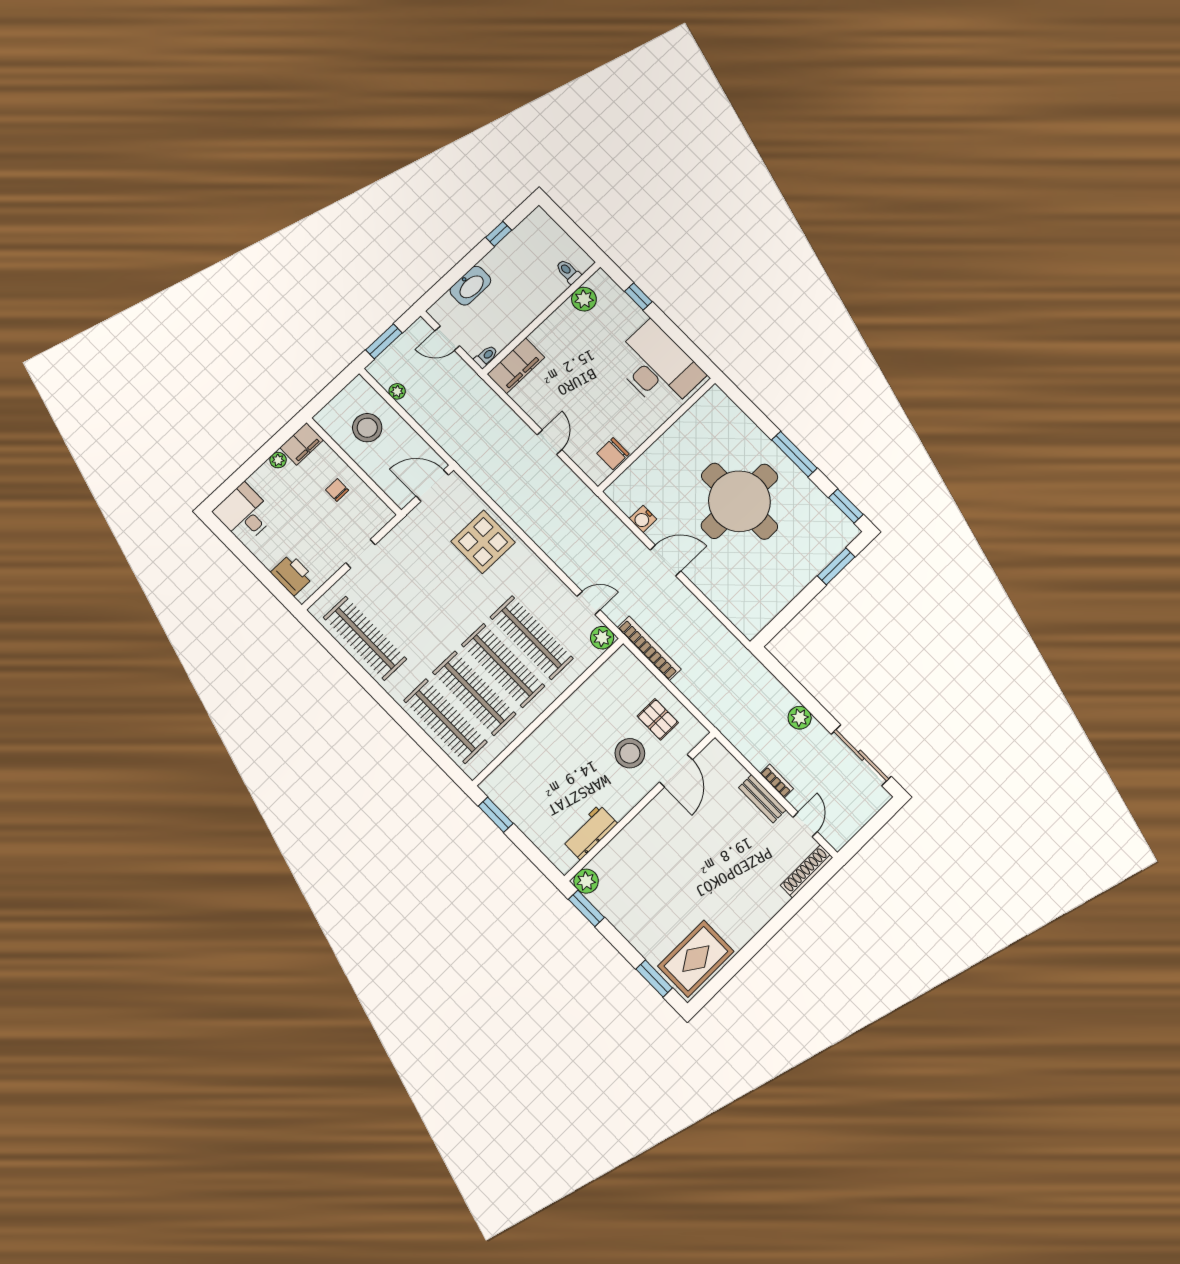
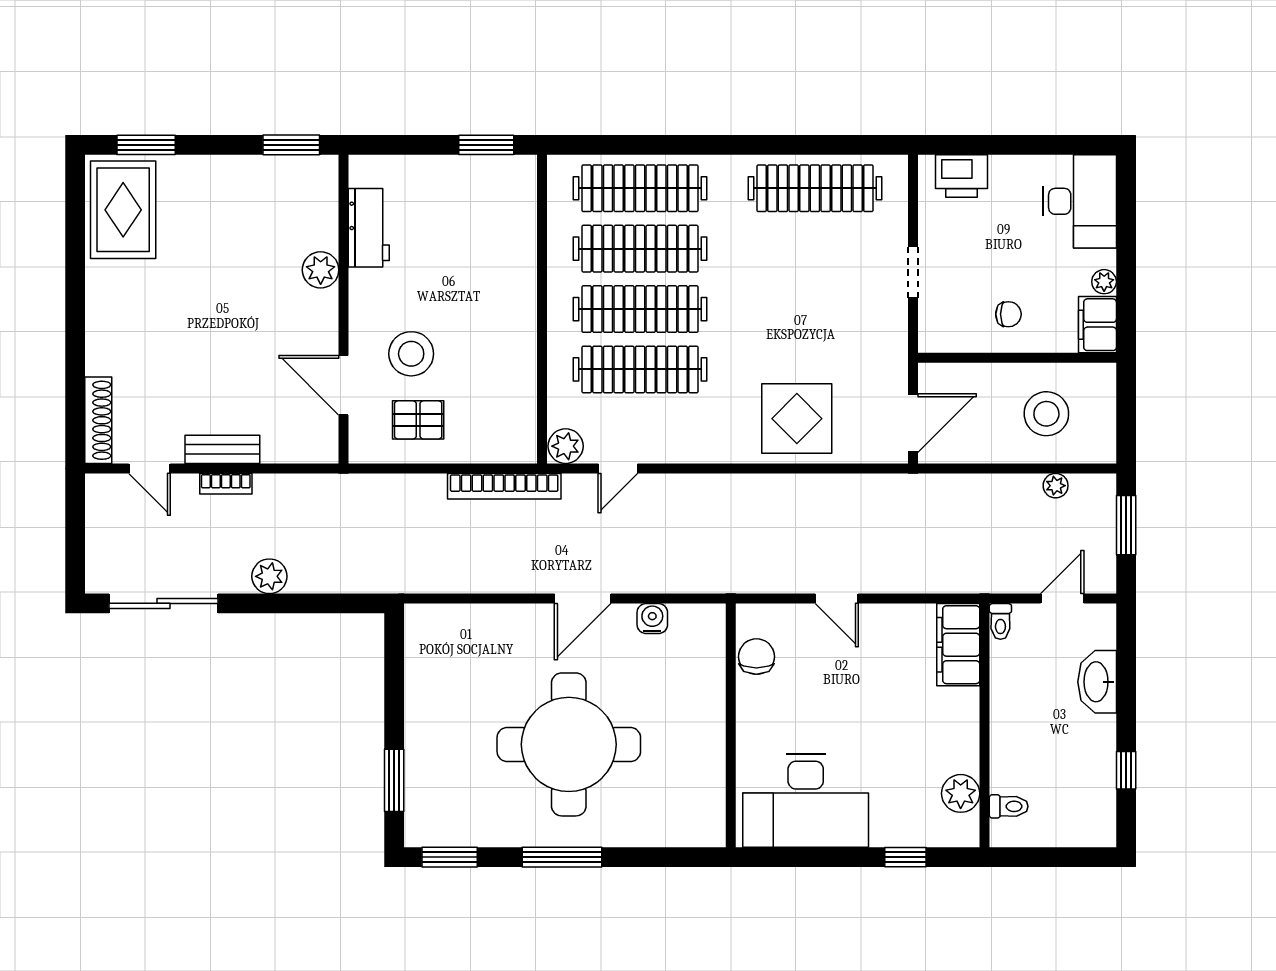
desk: (244, 514) -> (1080, 201), width x1.37
plant: (586, 881) -> (321, 270), moved

